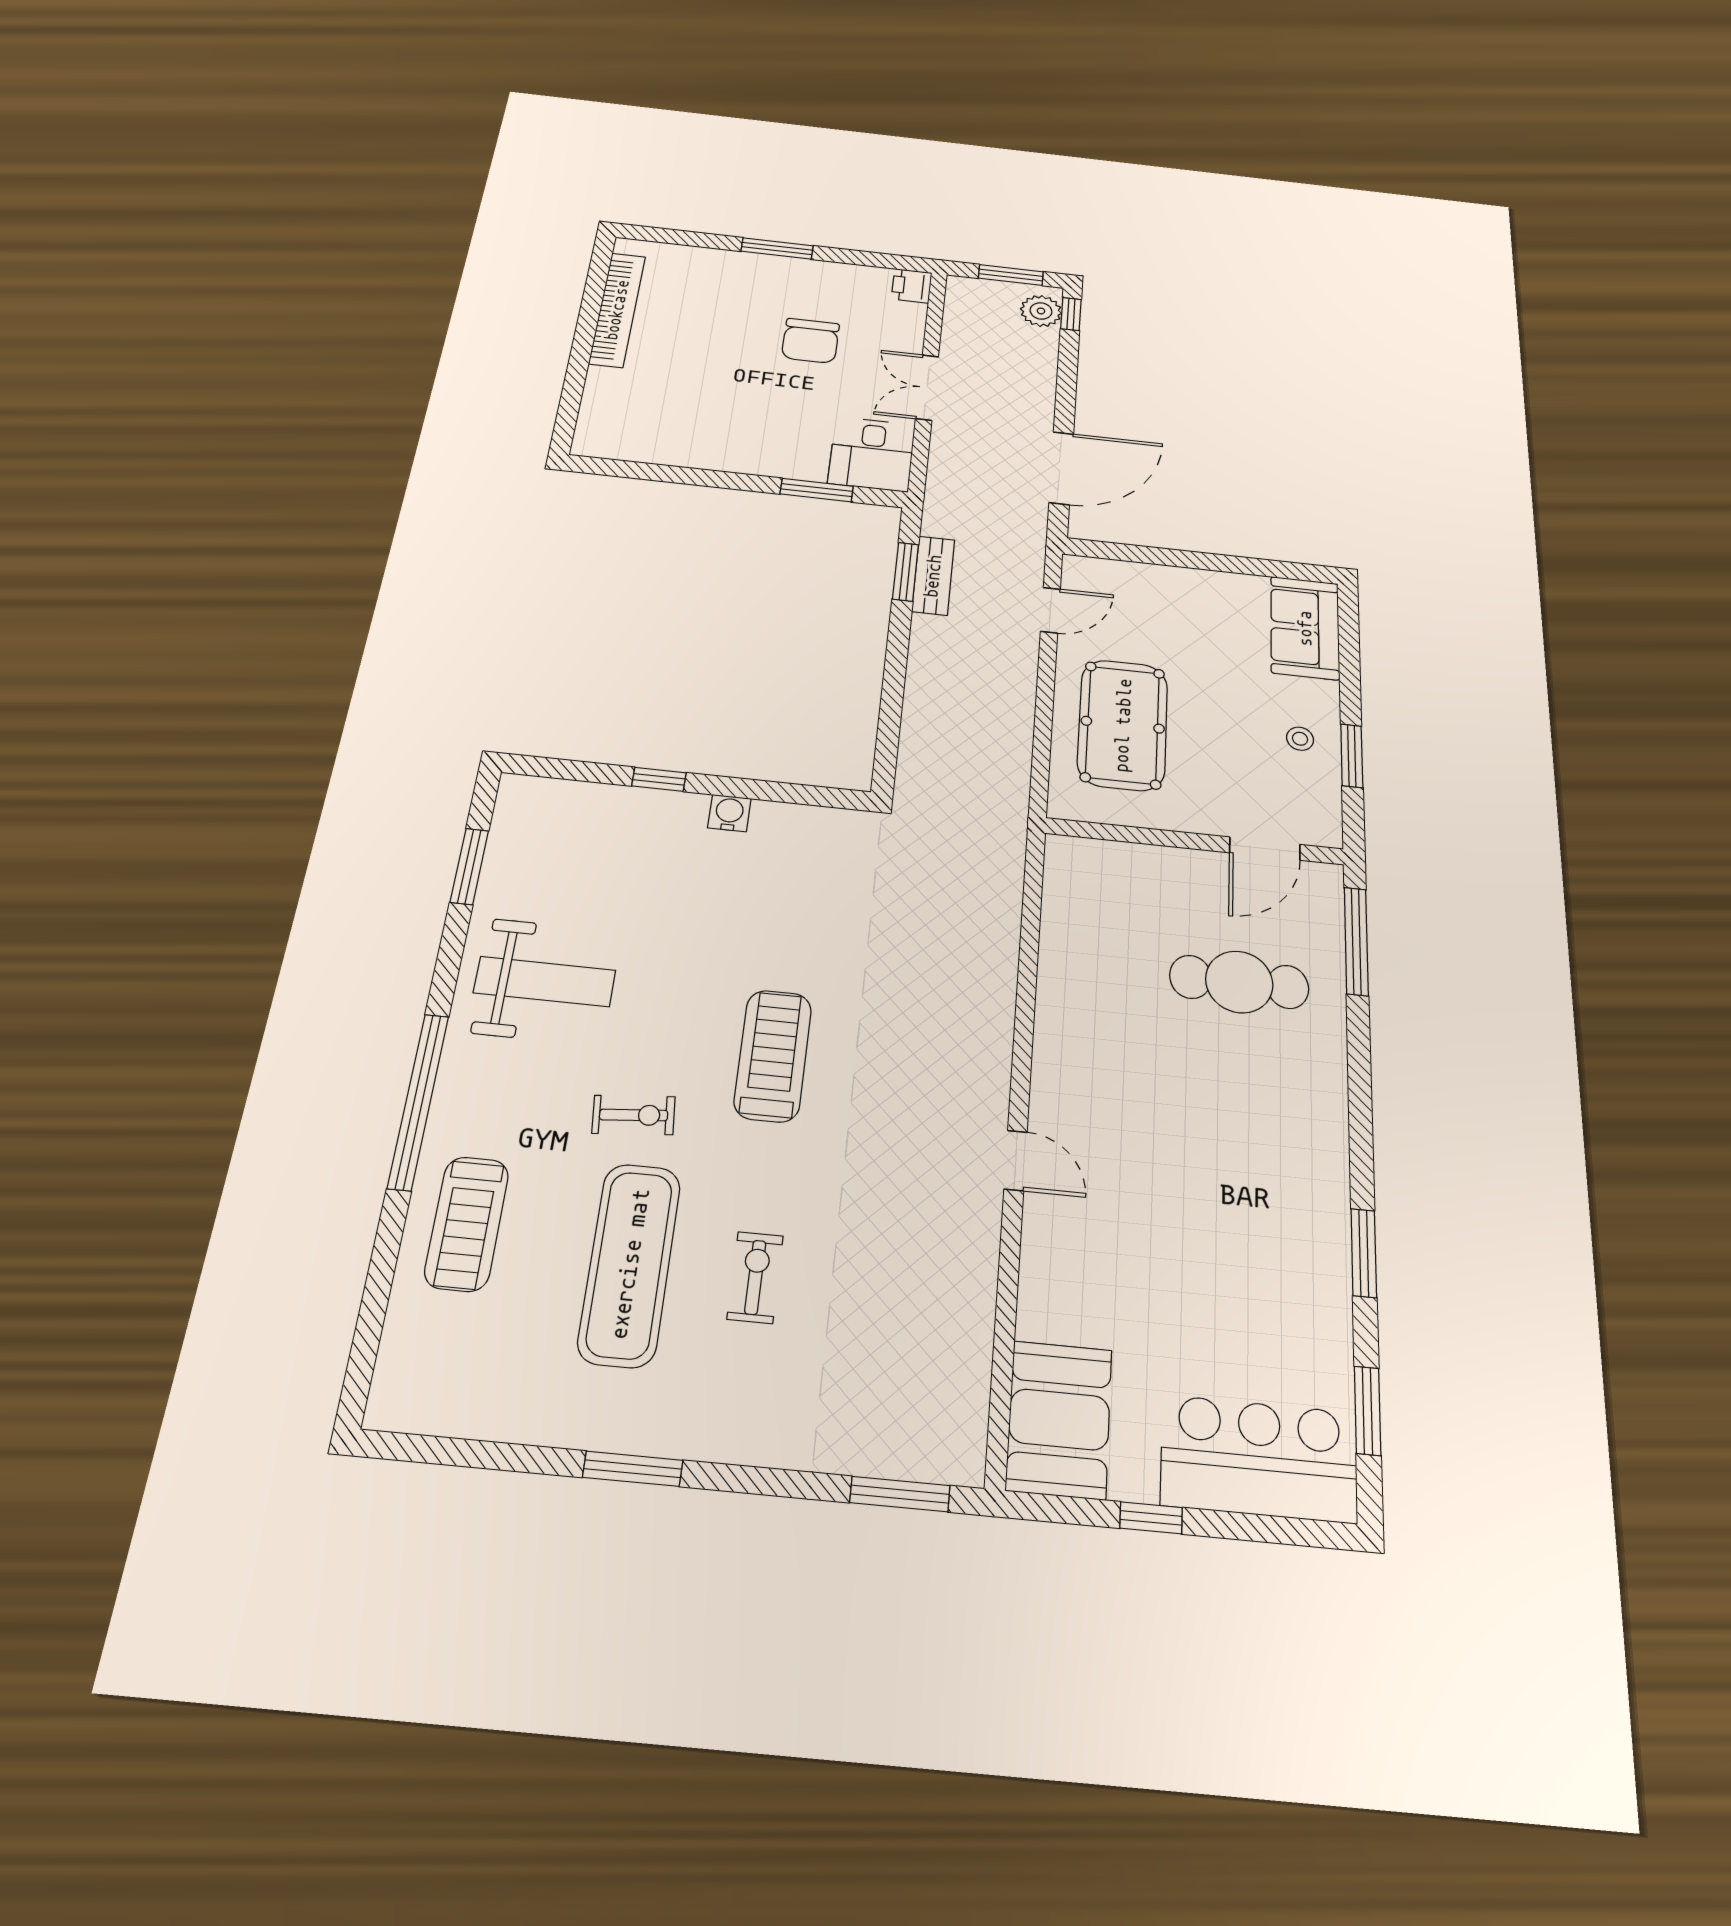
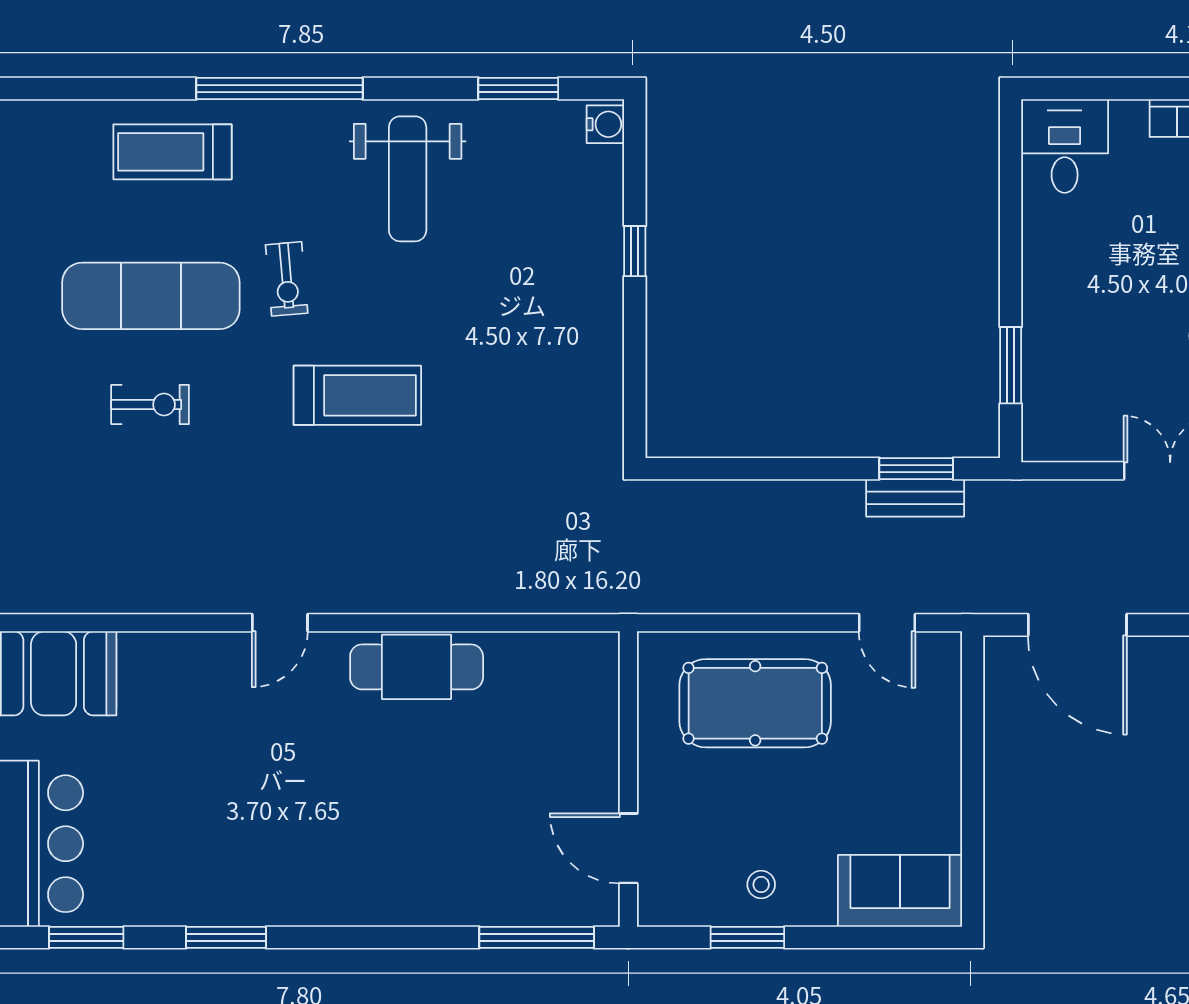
desk: (872, 454) -> (1065, 146), moved, turned 90
water cooler: (729, 813) -> (605, 124), moved
cafe table: (1239, 982) -> (417, 667), moved, turned 90

